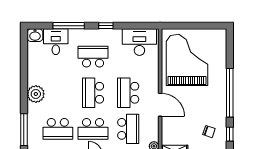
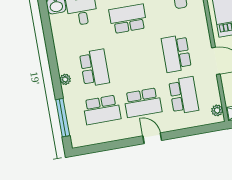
school desk: (93, 93) -> (94, 68), moved, turned 180
plant: (36, 94) -> (65, 79), width x0.53, depth x0.53

